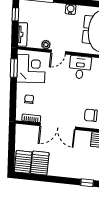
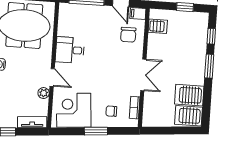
window: (14, 68) -> (96, 131), moved
double door: (58, 126) -> (143, 75), width x0.73
window: (63, 180) -> (209, 66), added

